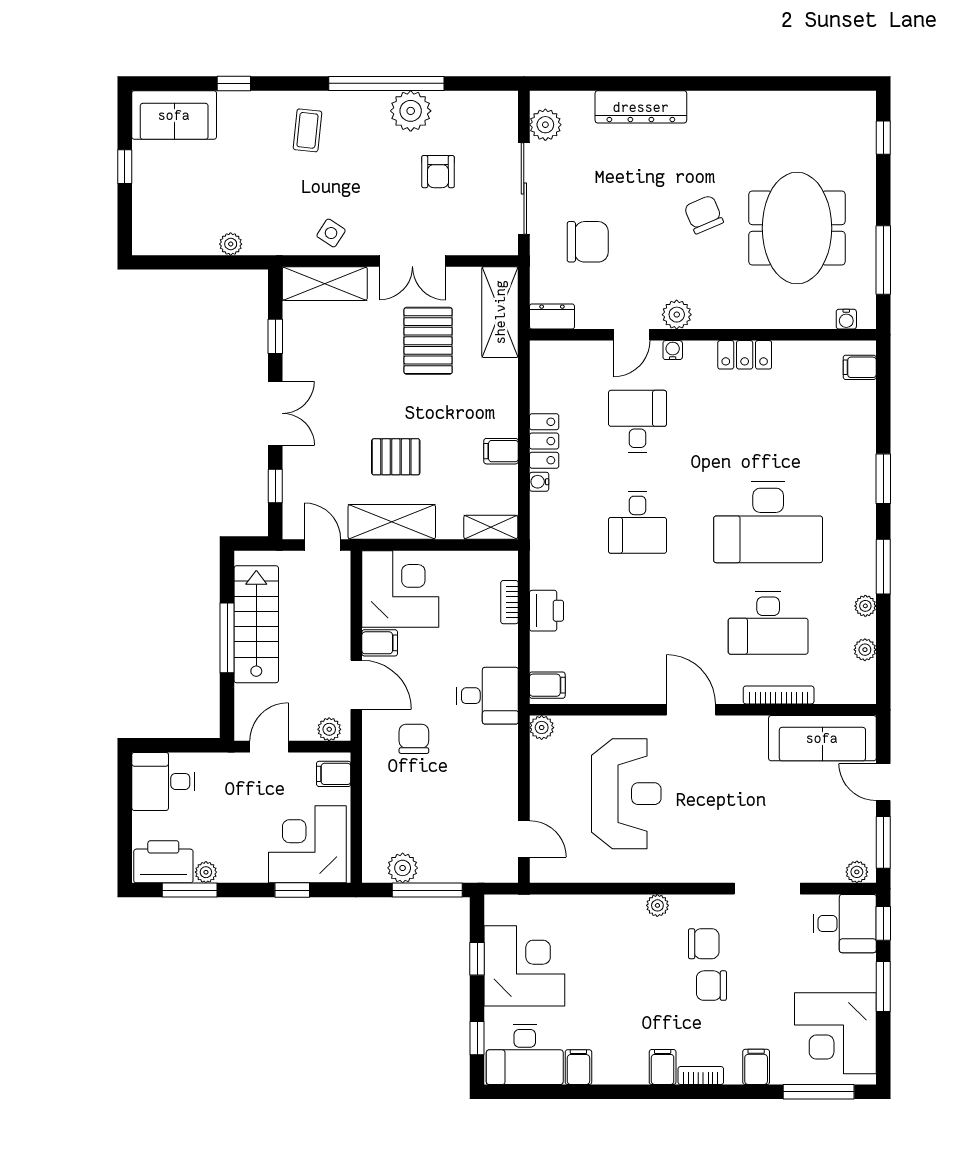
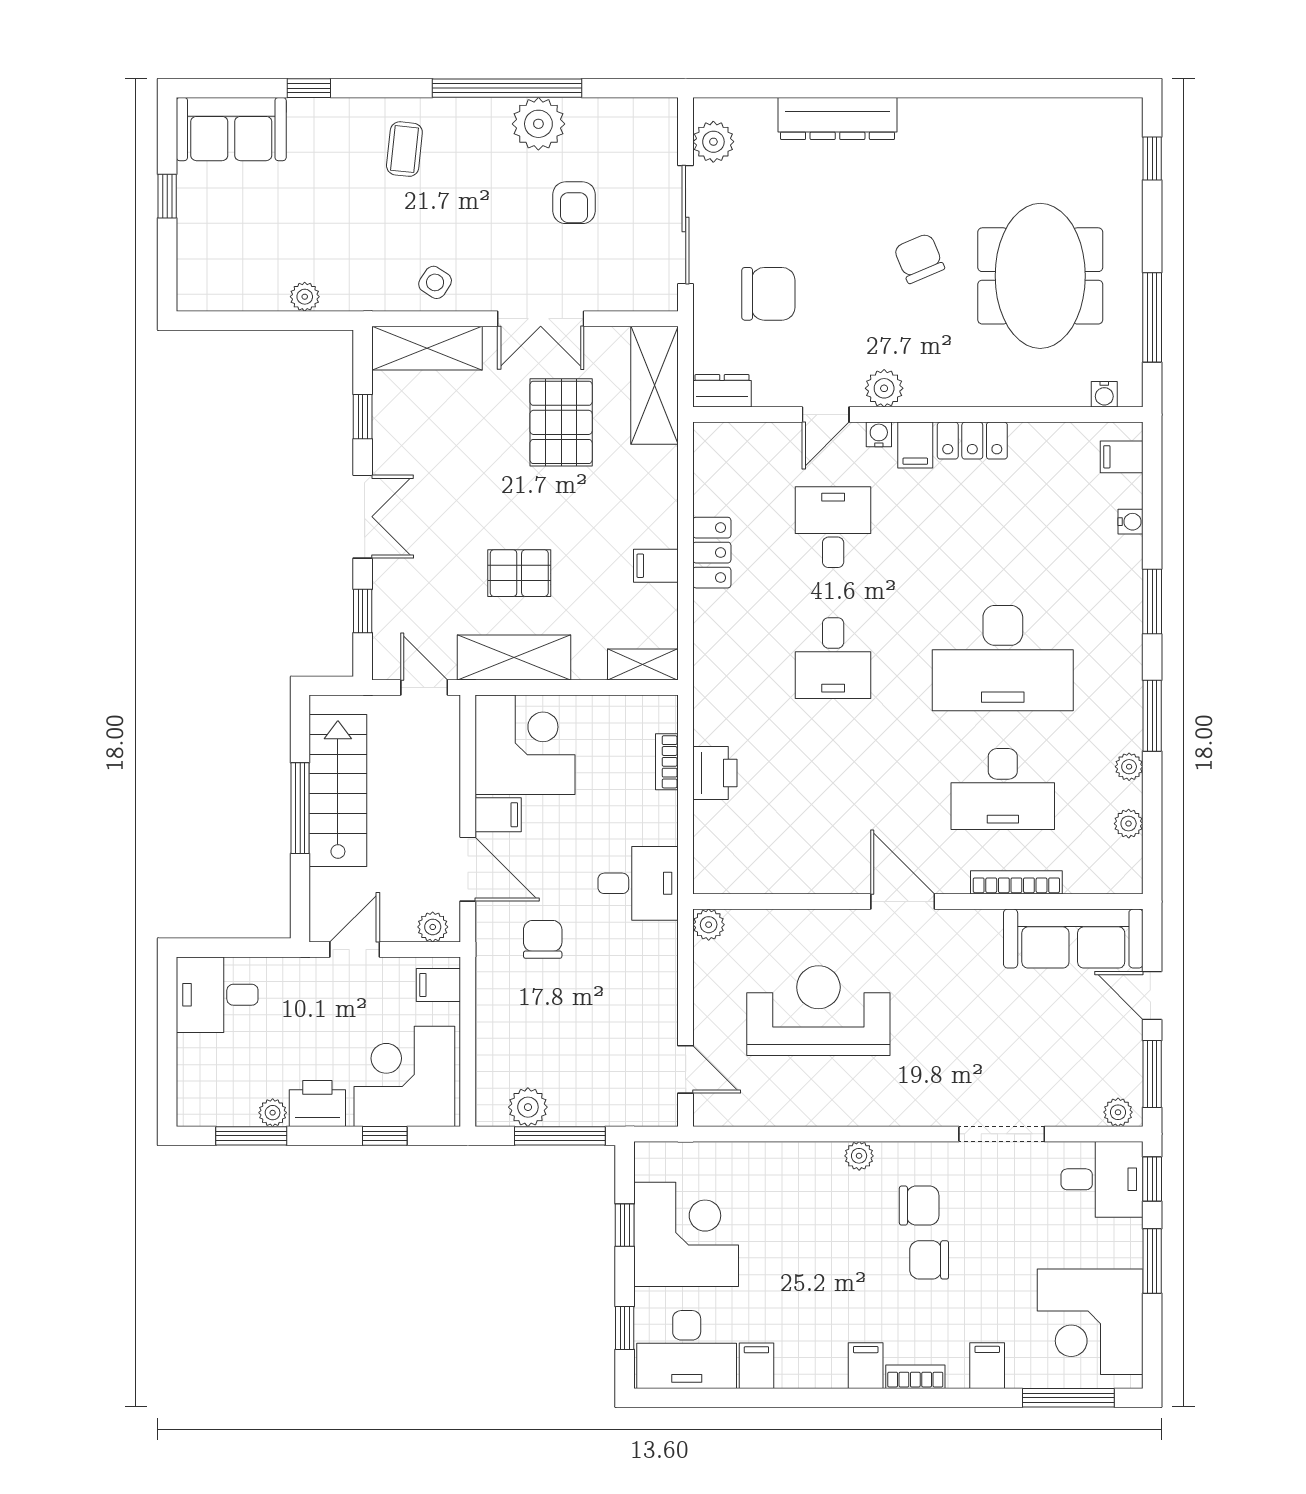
water cooler: (539, 482) -> (1131, 522), moved, turned 180
filing cabinet: (547, 685) -> (915, 445), moved, turned 90
reception desk: (626, 794) -> (818, 1011), turned -90
printer: (163, 862) -> (317, 1104), moved, width x0.73, depth x0.84

